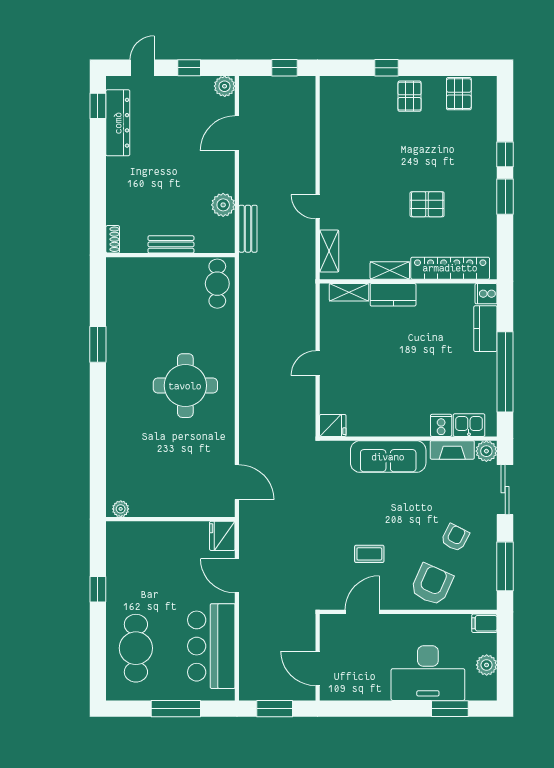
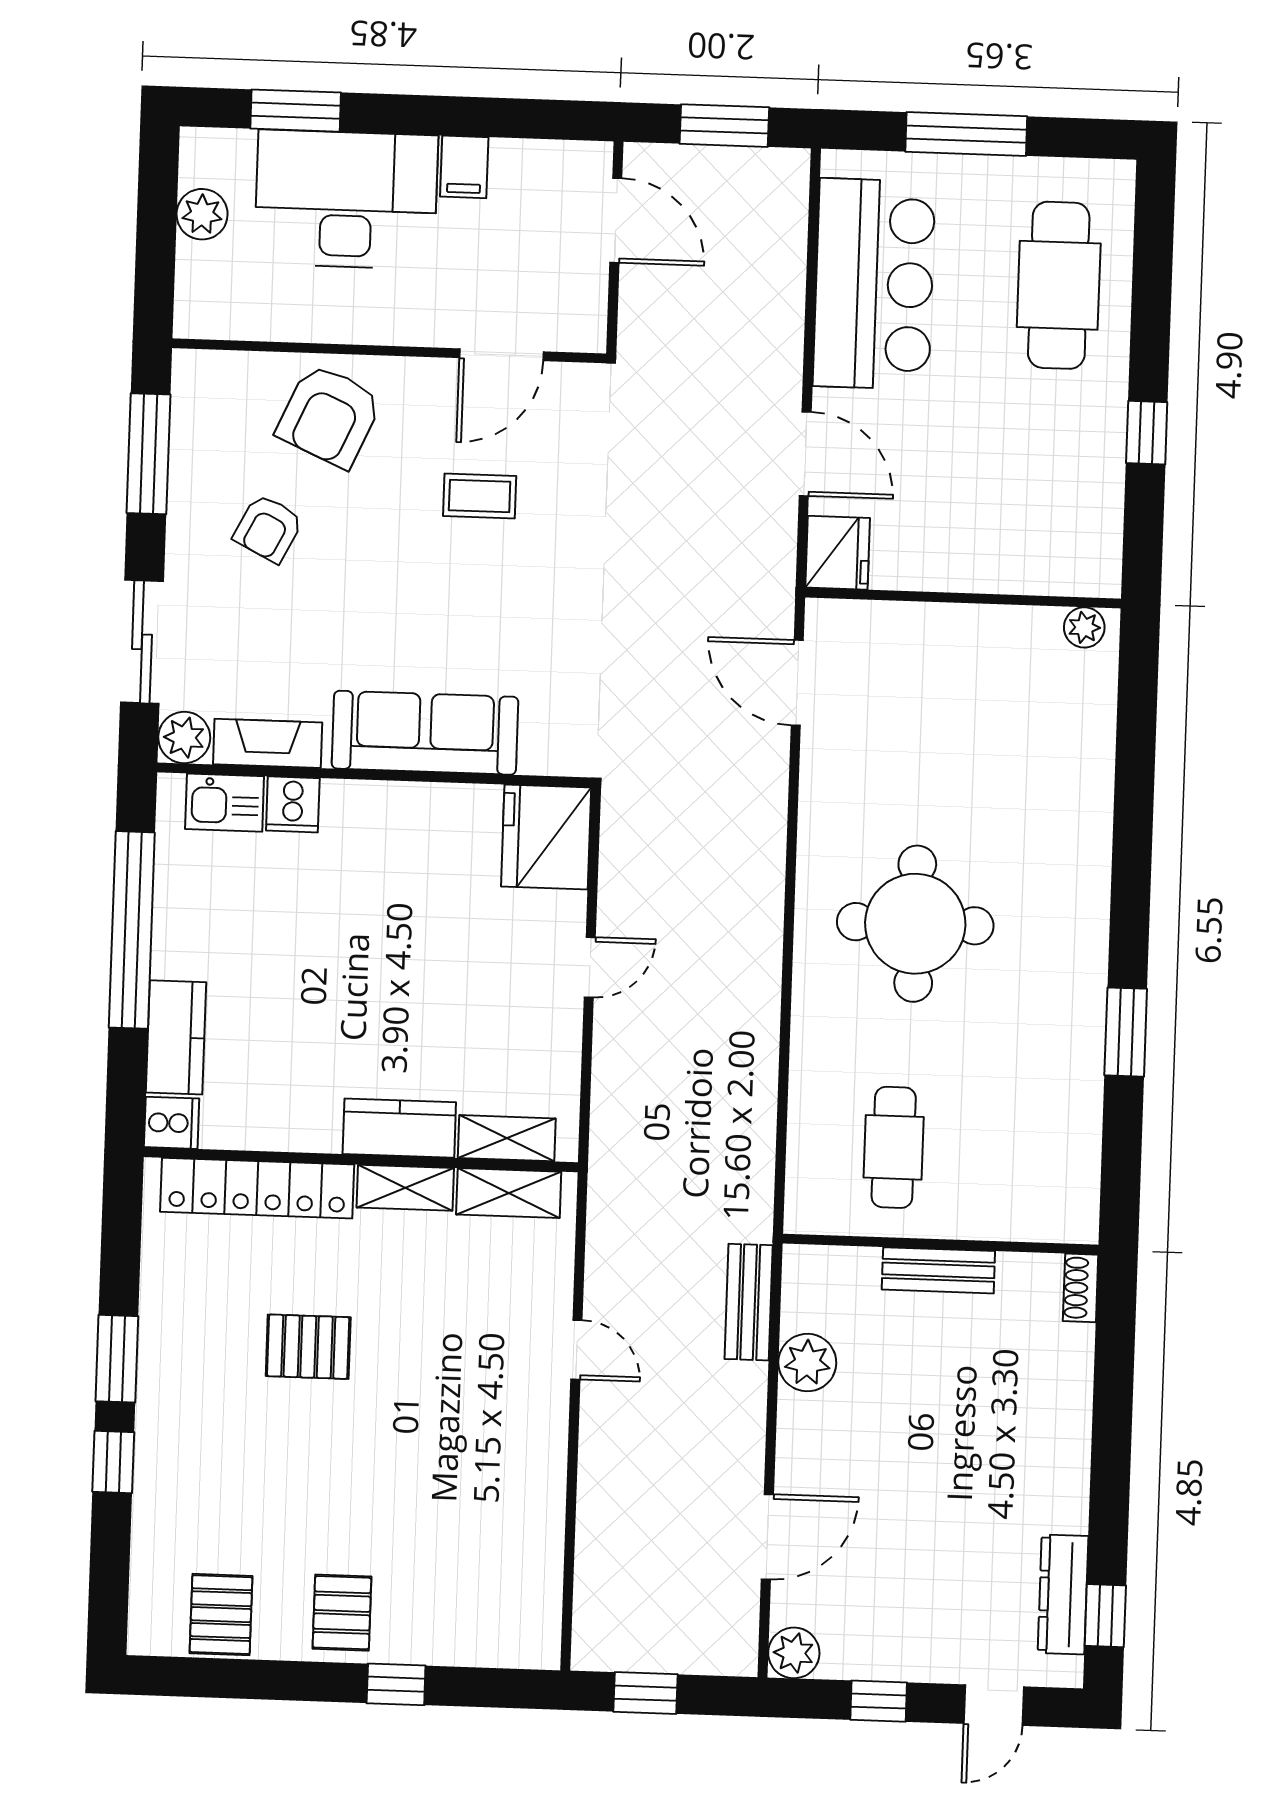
dresser: (118, 123) -> (1063, 1594), width x0.73, depth x0.80
shelving: (329, 251) -> (509, 1193), moved, turned 90
cafe table: (217, 284) -> (894, 1147), moved
fridge: (333, 425) -> (546, 837), width x1.88, depth x1.34
filing cabinet: (484, 623) -> (464, 167), moved, turned 90

